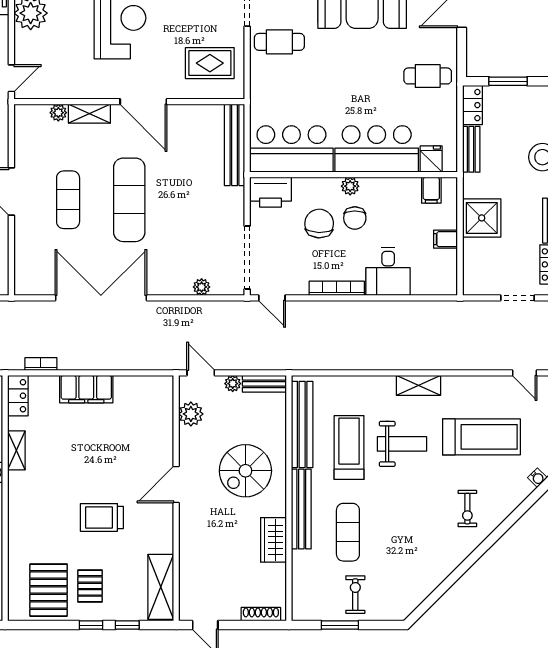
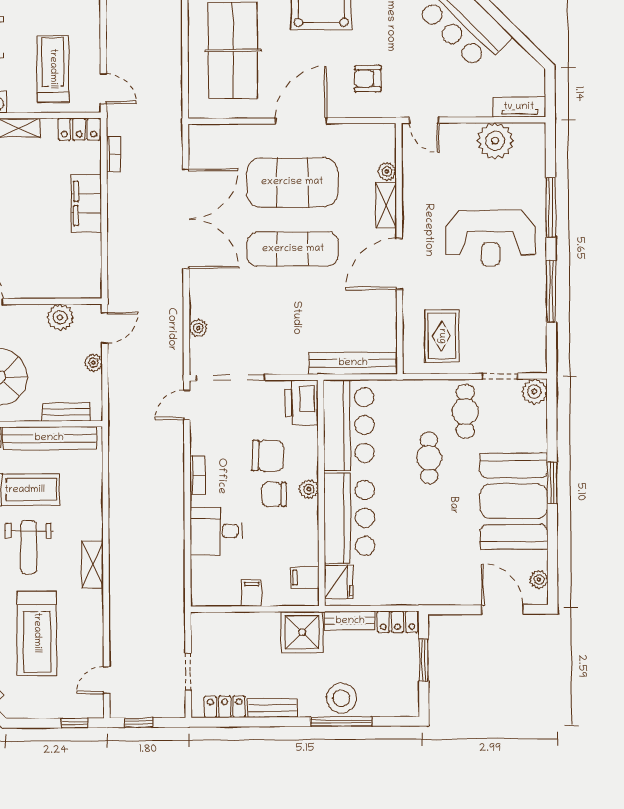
cafe table: (428, 76) -> (429, 458), moved
fridge: (431, 159) -> (339, 582), width x1.38
exercise mat: (68, 200) -> (292, 182), width x2.00, depth x1.45
shower: (482, 218) -> (302, 632), moved
bookcase: (337, 288) -> (198, 475), width x0.64
bench: (264, 384) -> (66, 412), moved, turned 90

